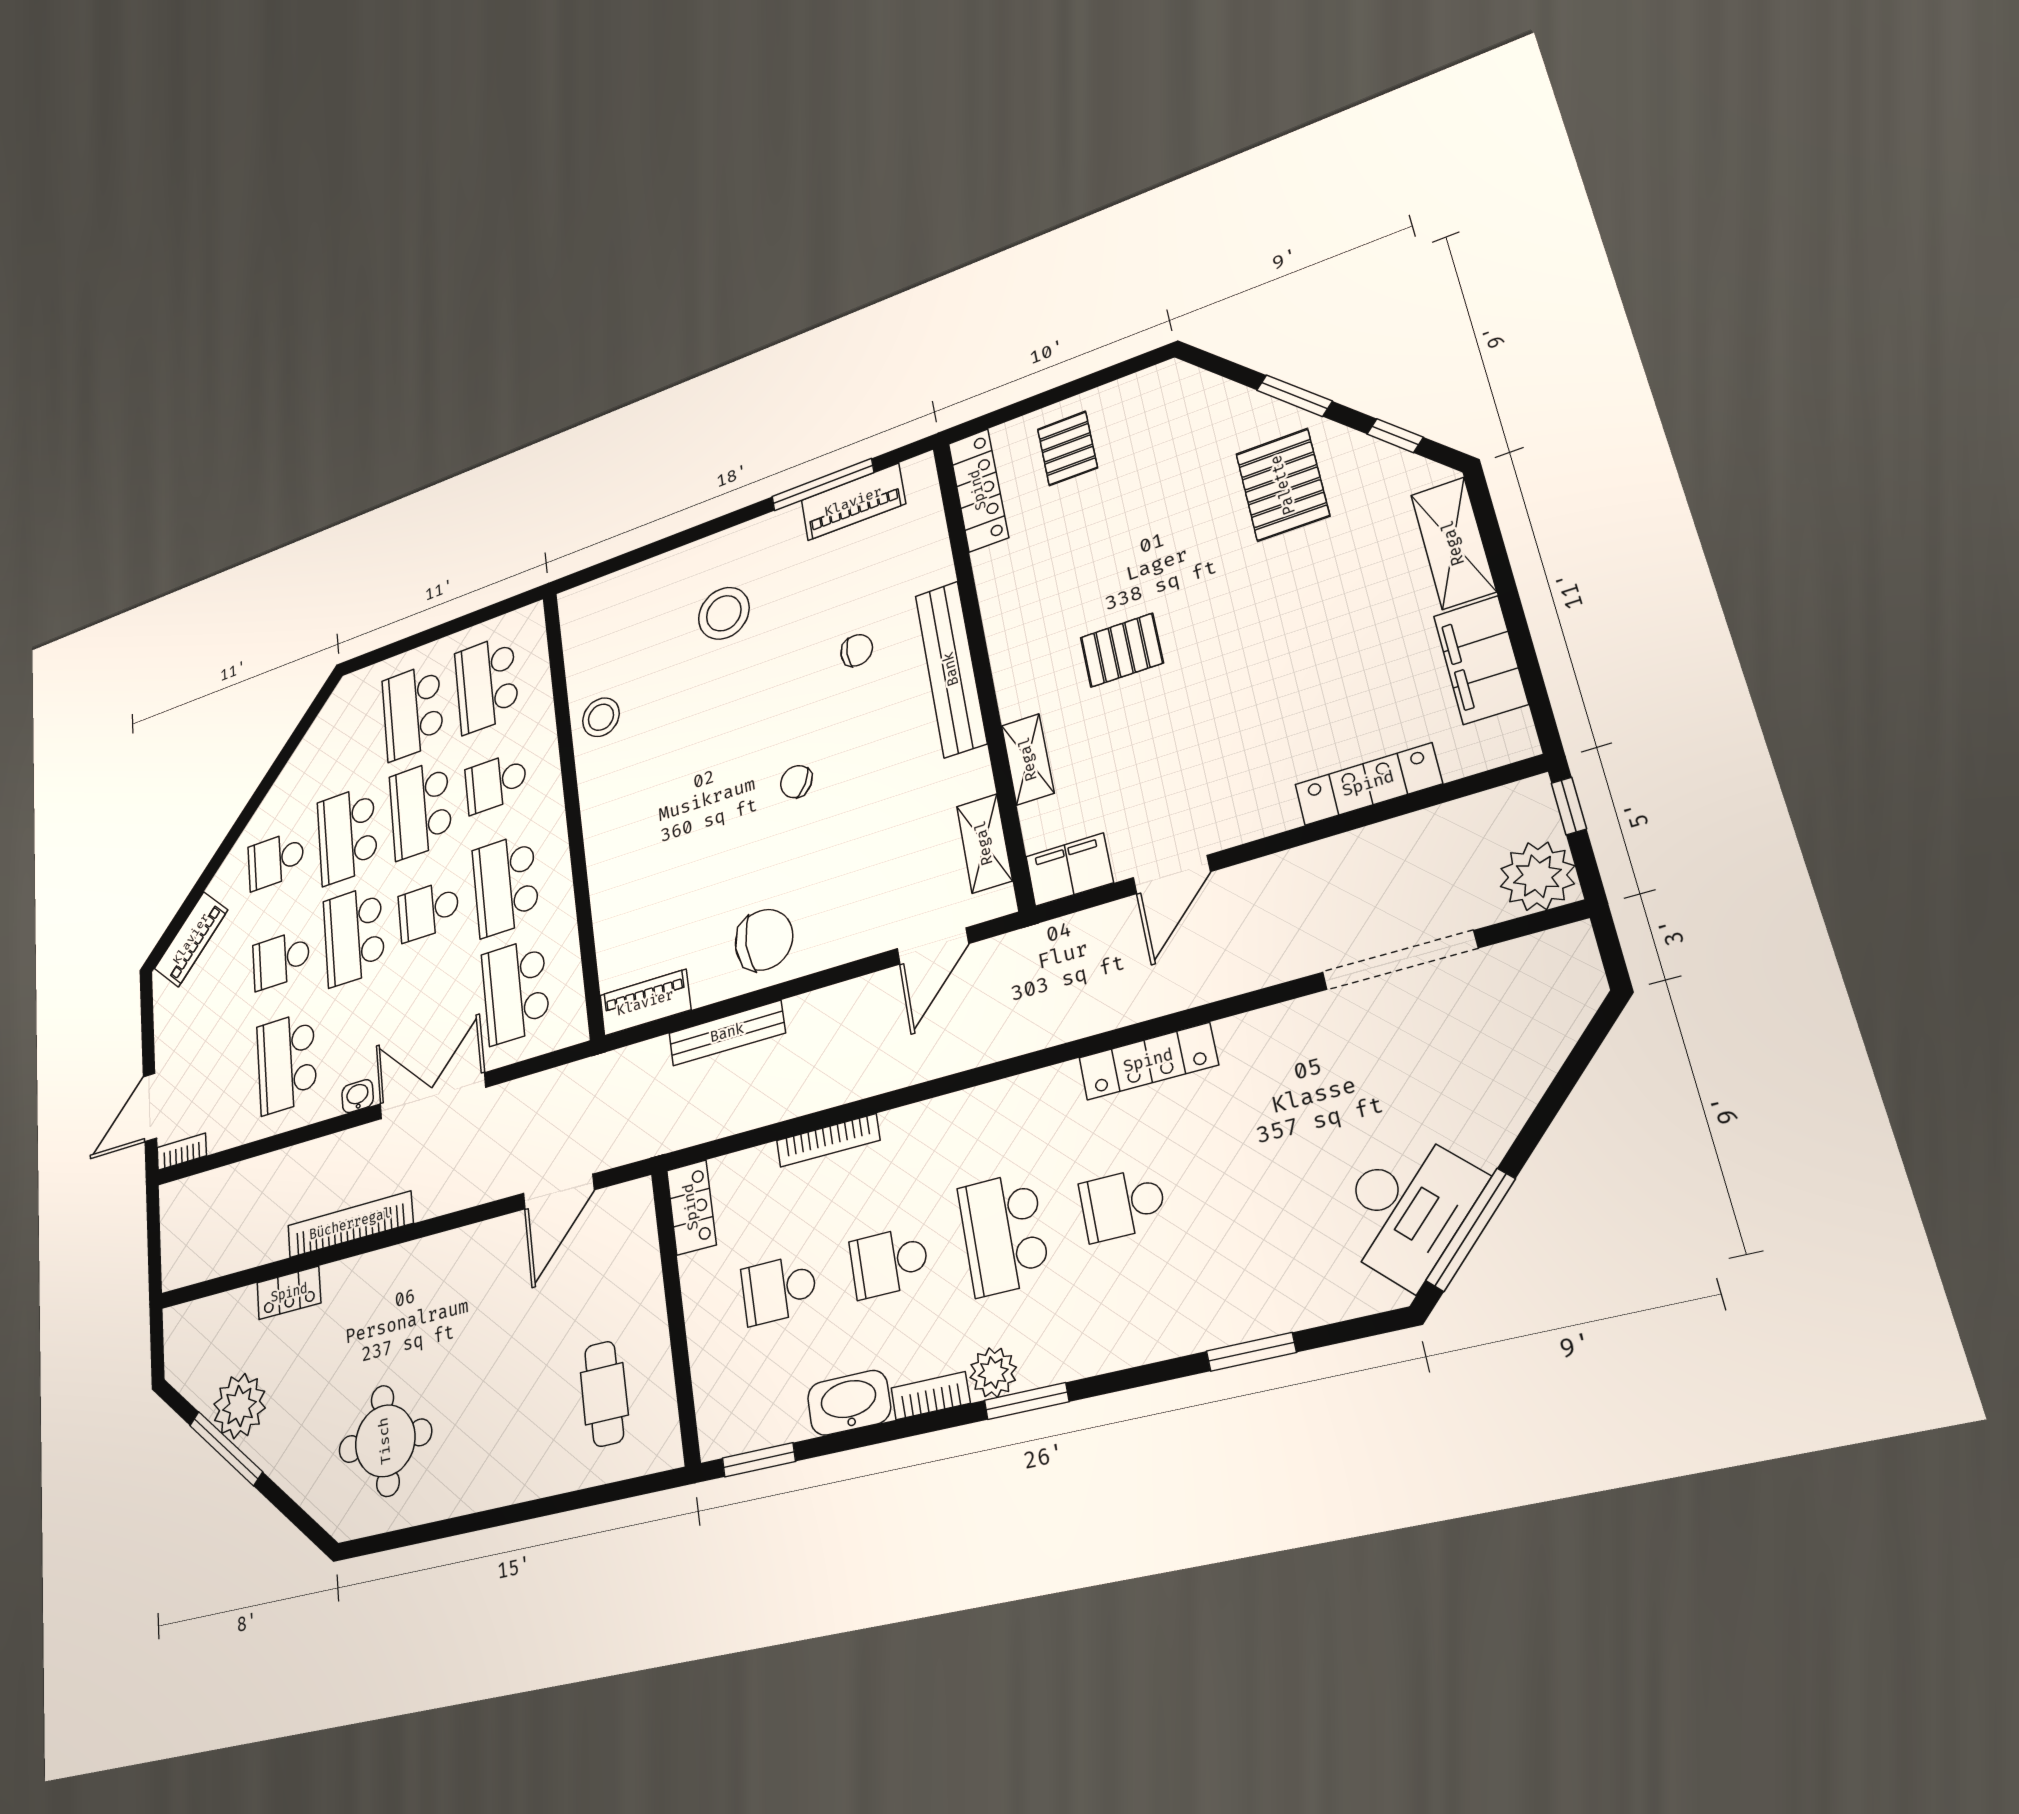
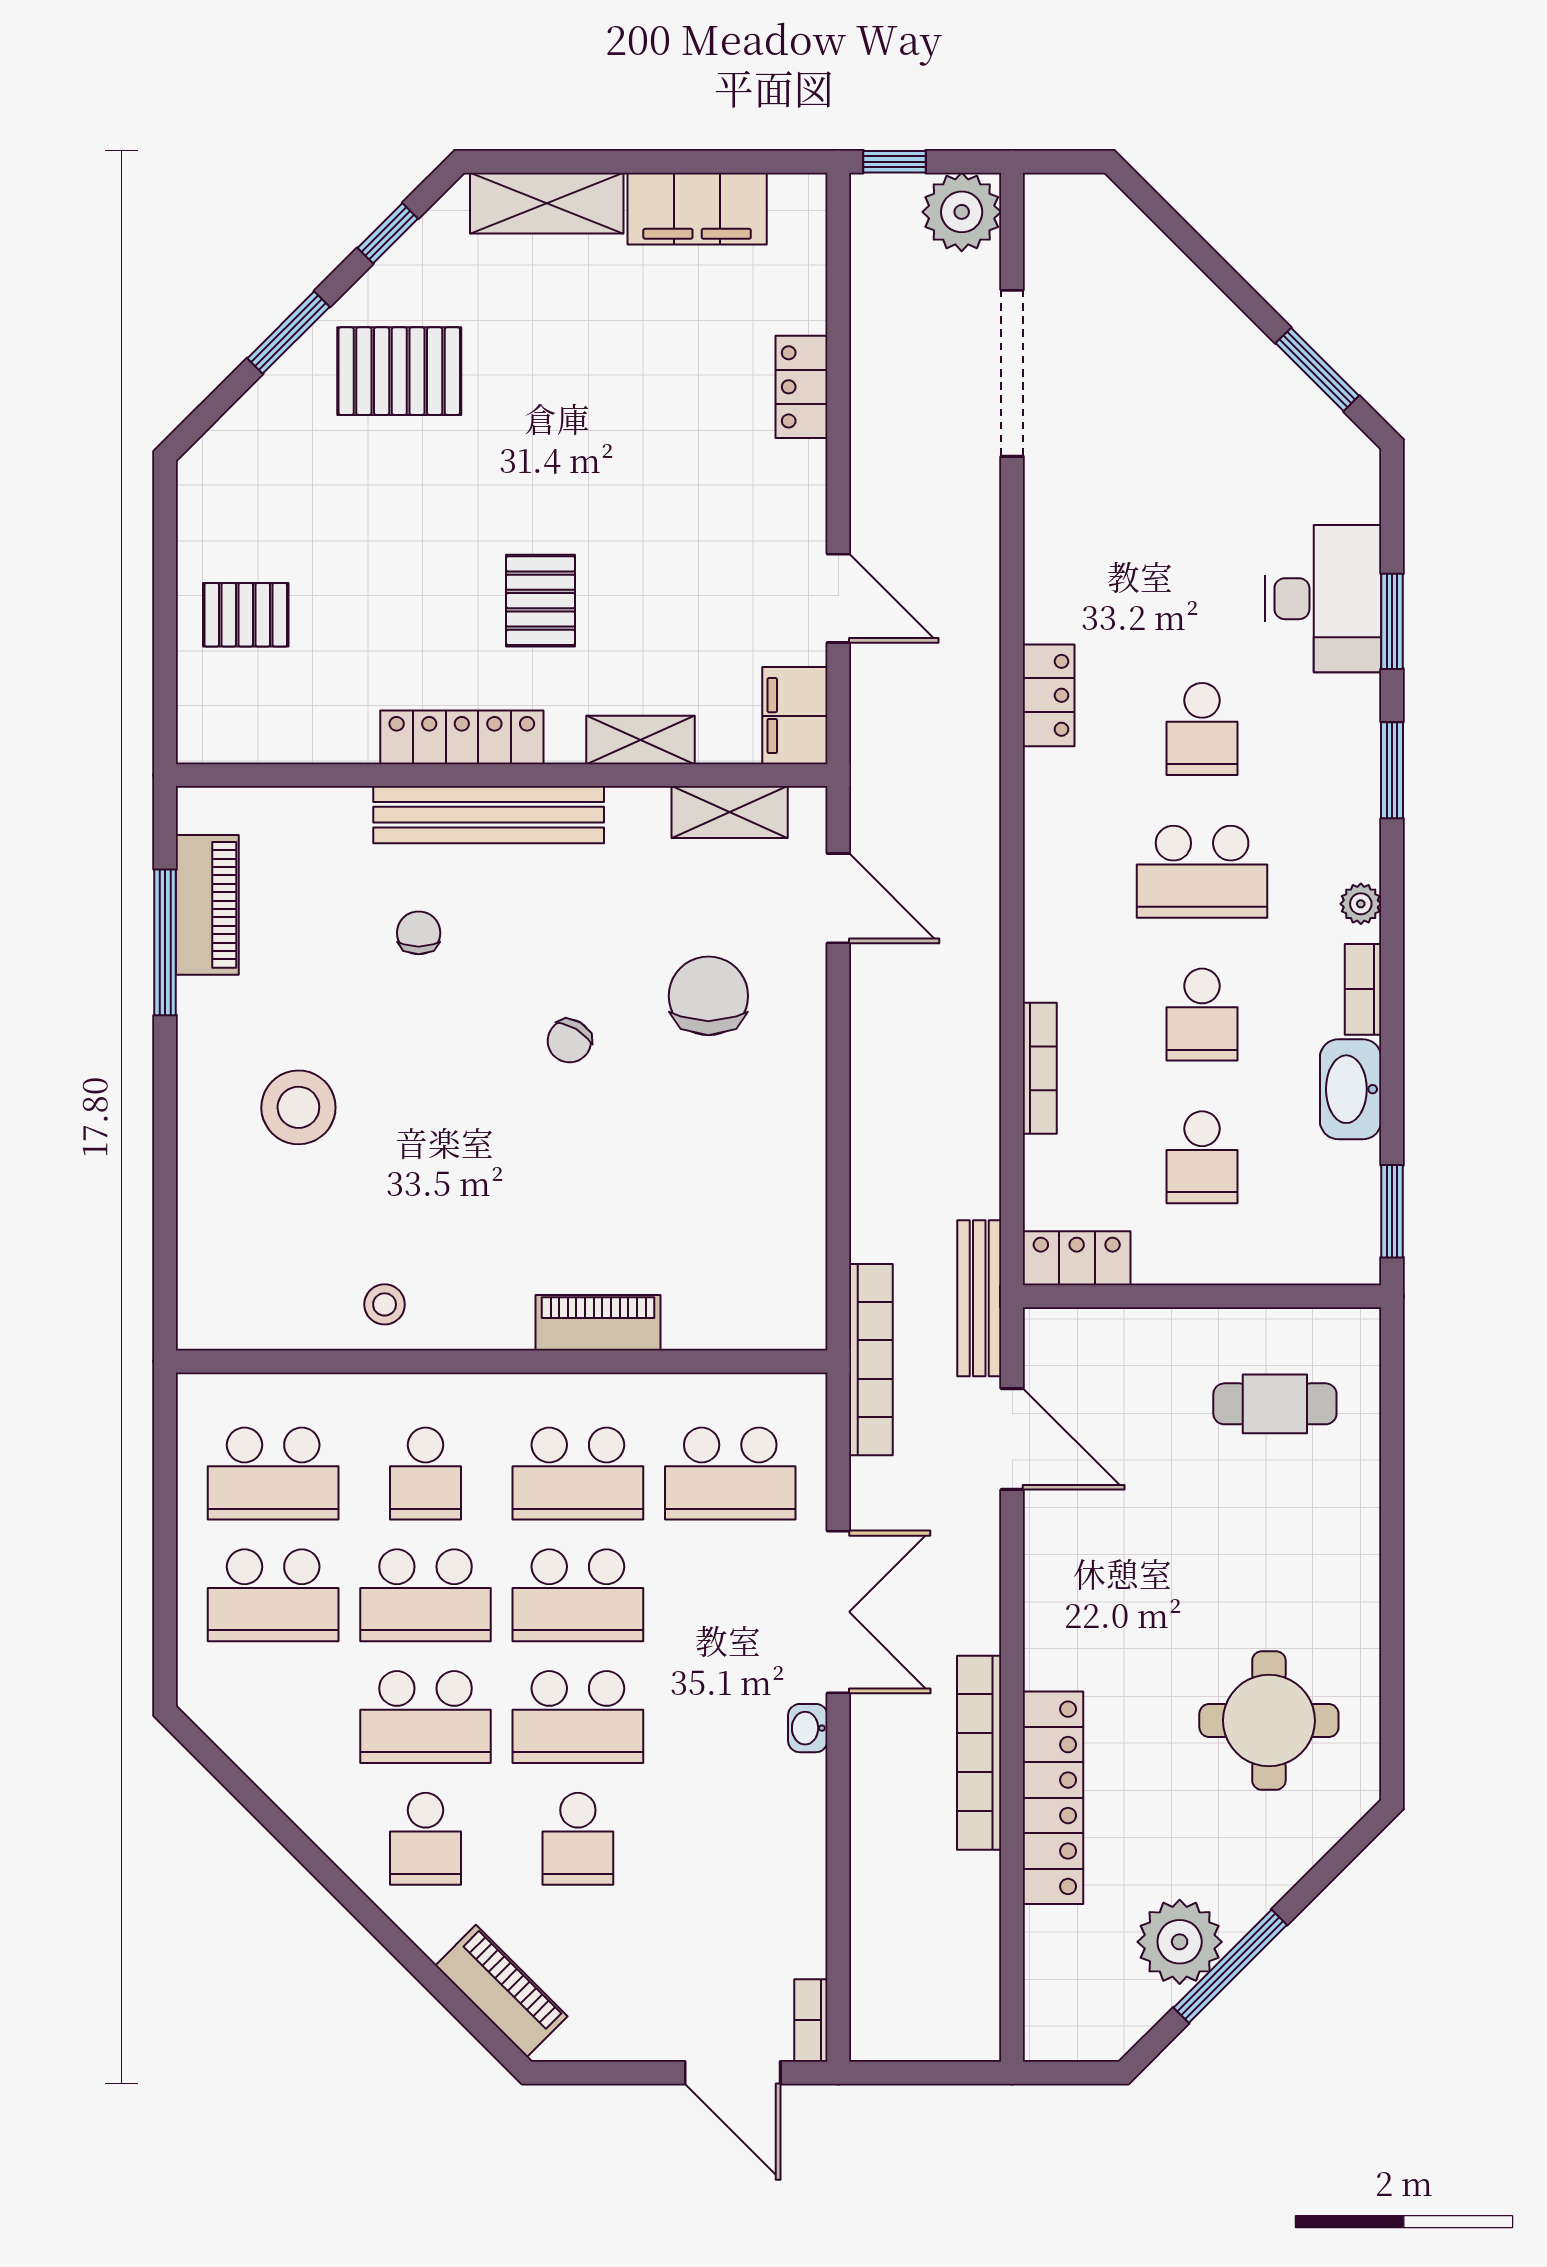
locker: (978, 490) -> (462, 737), moved
stool: (601, 717) -> (385, 1304), width x0.73, depth x0.73
locker: (1368, 784) -> (802, 387), width x0.66
school desk: (429, 911) -> (578, 1595), width x1.85
chair: (764, 940) -> (708, 996), moved
piano: (645, 1003) -> (598, 1323), moved, turned 90
bench: (727, 1033) -> (979, 1298), moved
locker: (1148, 1061) -> (1049, 695), width x0.66
school desk: (287, 1063) -> (730, 1839), removed
bookcase: (602, 1070) -> (871, 1360), added
double door: (432, 1096) -> (838, 1612), swing flipped
desk: (1406, 1207) -> (1323, 599), moved, turned 45
window: (1471, 1230) -> (1317, 369), width x0.69
locker: (289, 1293) -> (1053, 1798), width x2.16, depth x1.21
plant: (993, 1373) -> (1361, 904), width x0.73, depth x0.73
window: (1027, 1401) -> (1392, 770), moved

